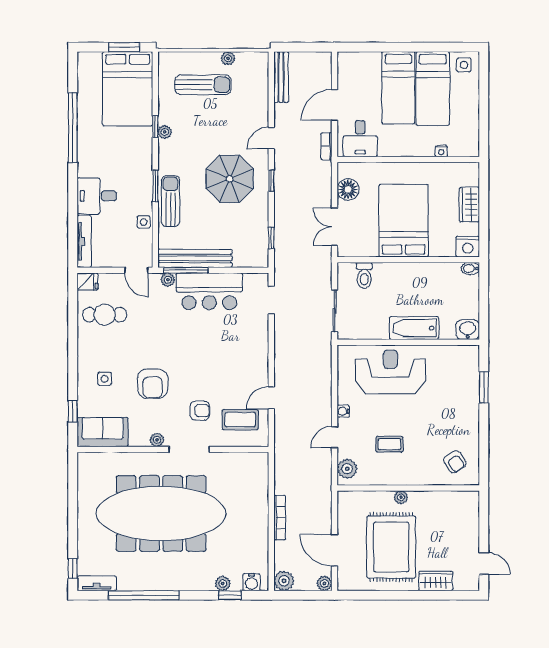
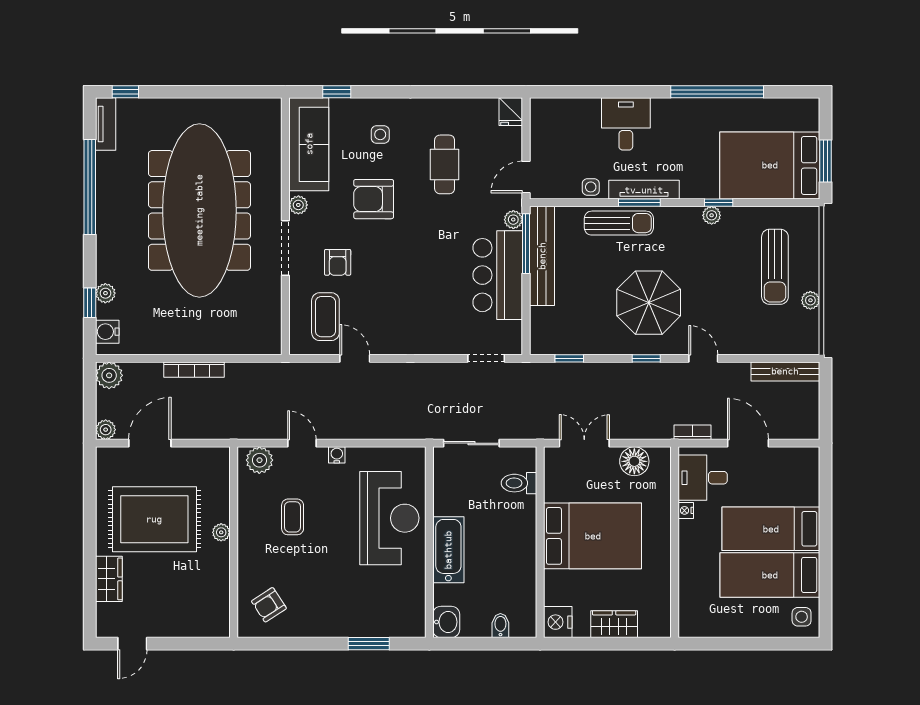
nightstand: (441, 151) -> (686, 510), moved
tv unit: (84, 241) -> (644, 190), moved, turned 180
bidet: (470, 269) -> (500, 626), moved
cafe table: (105, 315) -> (445, 164), moved
sofa: (103, 432) -> (309, 144), width x1.36

